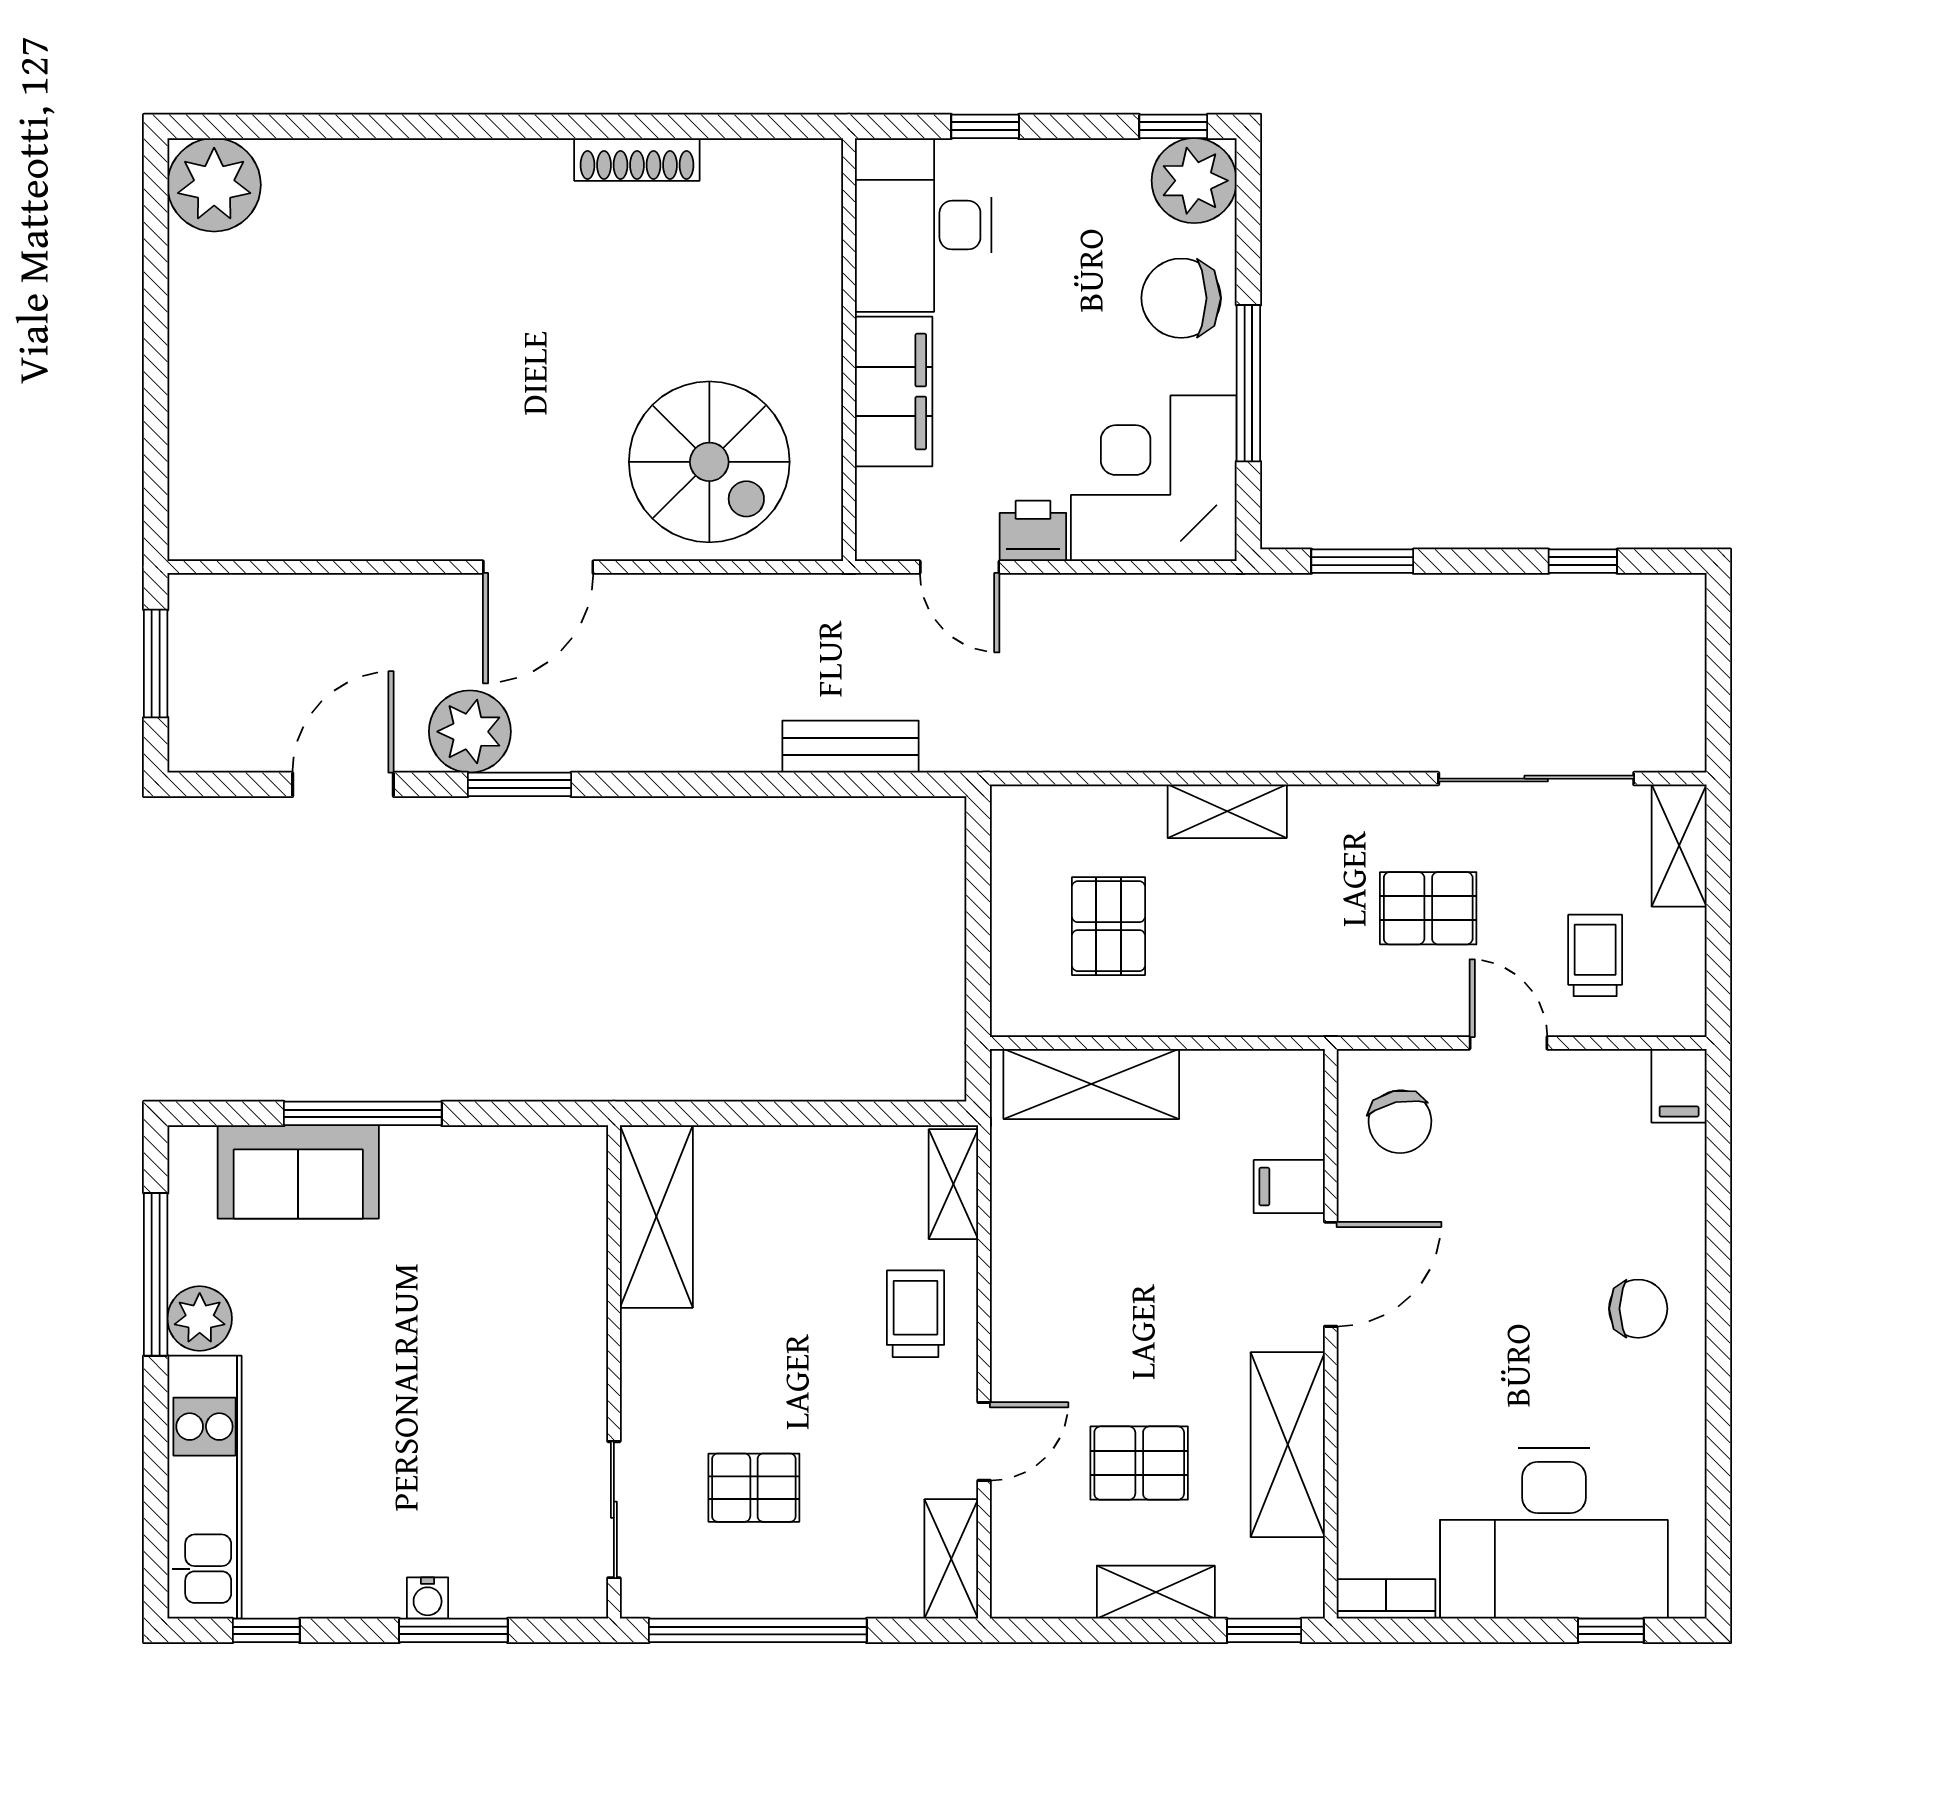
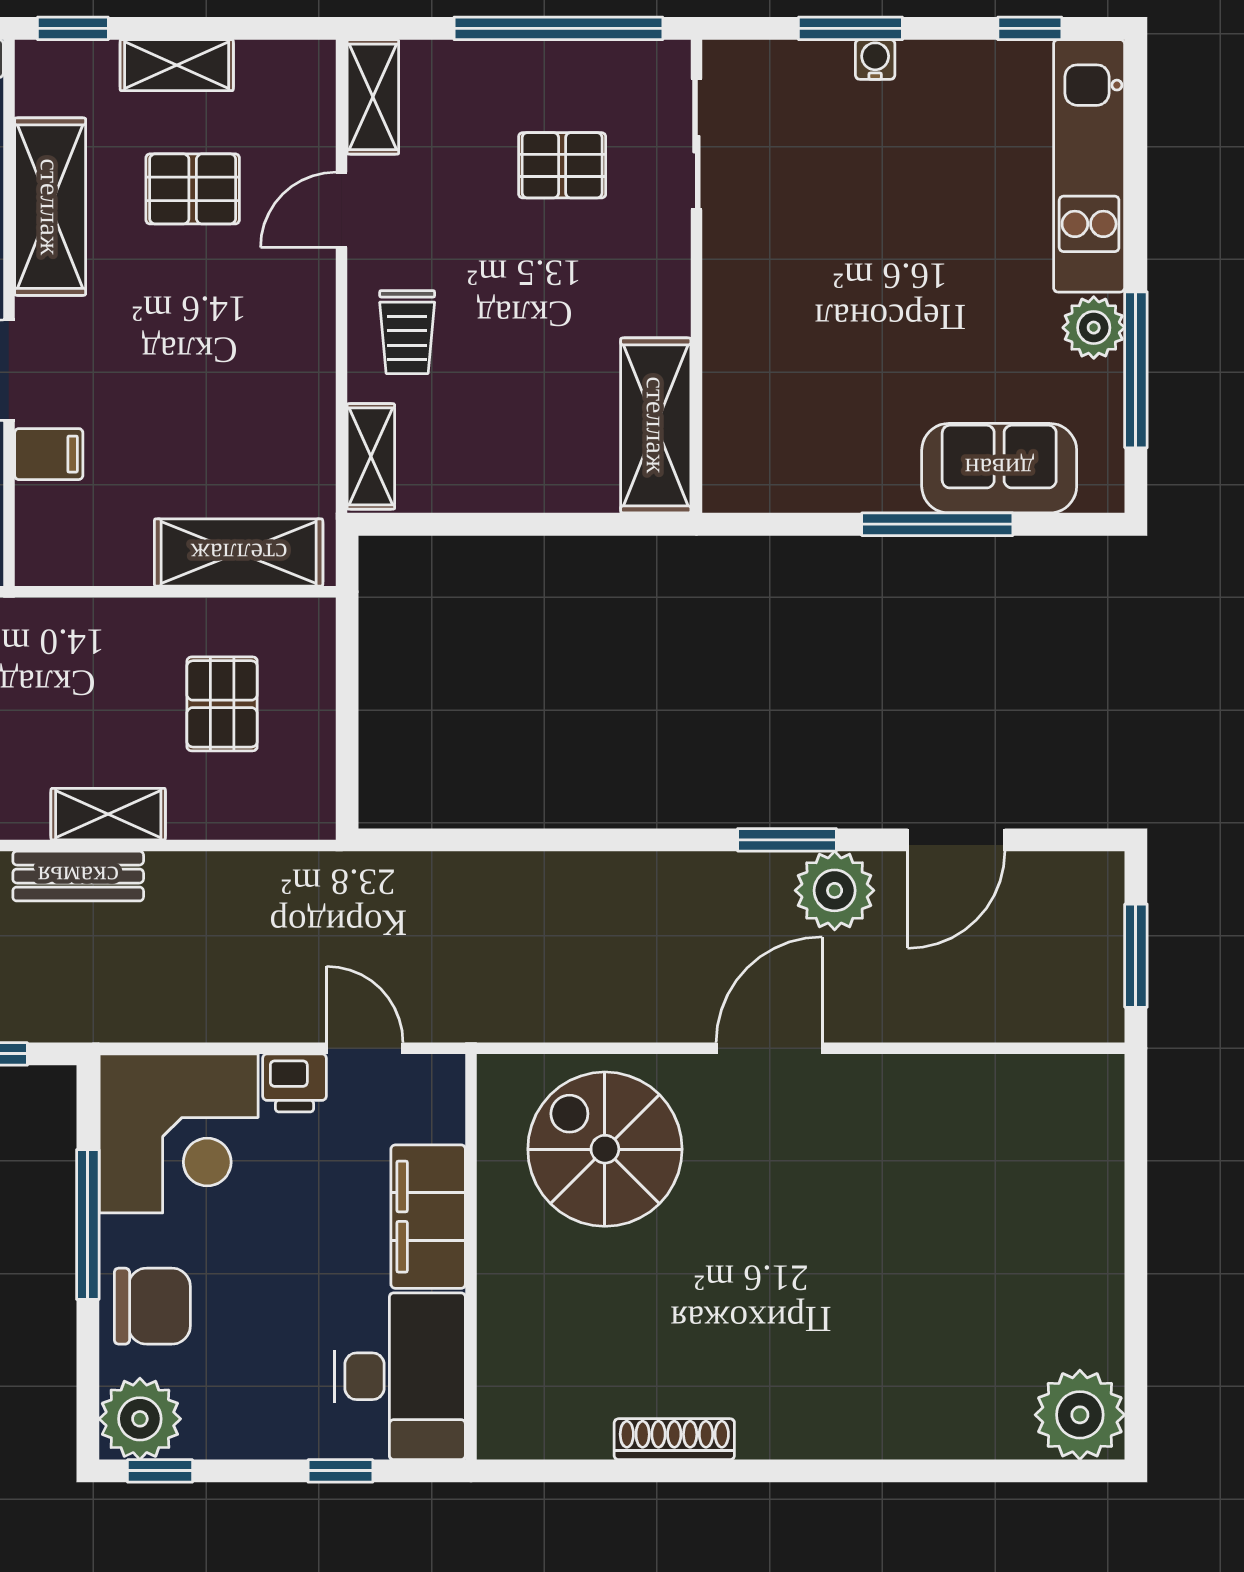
bench: (851, 747) -> (78, 876), moved

